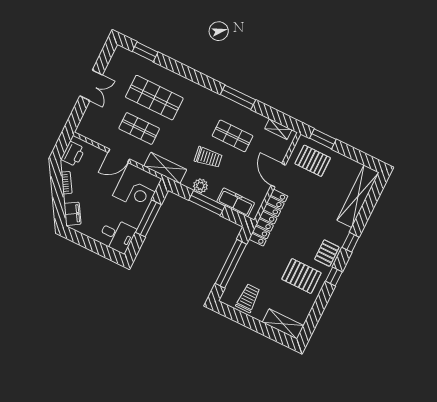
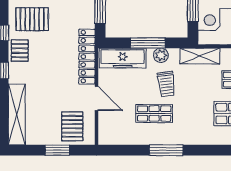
shelving: (278, 129) -> (117, 139), removed
window: (323, 139) -> (57, 150), moved
trolley: (208, 157) -> (166, 84), turned -89
pallet: (313, 161) -> (72, 126), turned 90
freezer: (236, 202) -> (123, 58), width x1.36, depth x1.26

